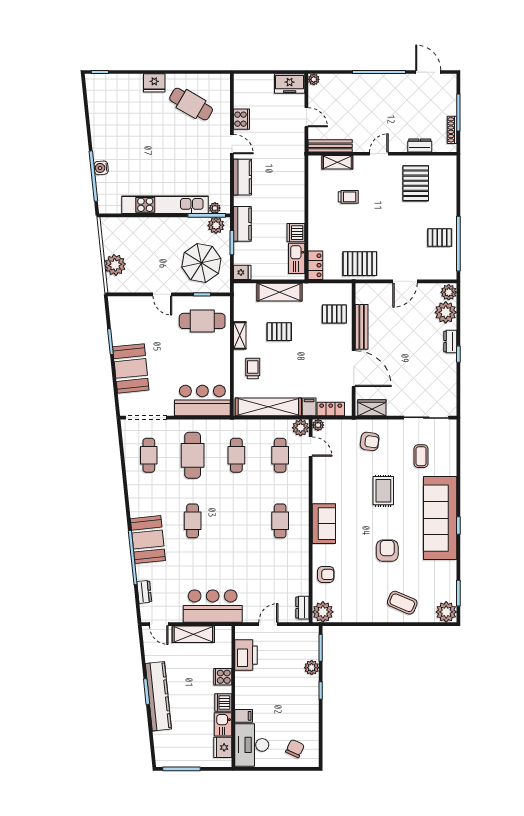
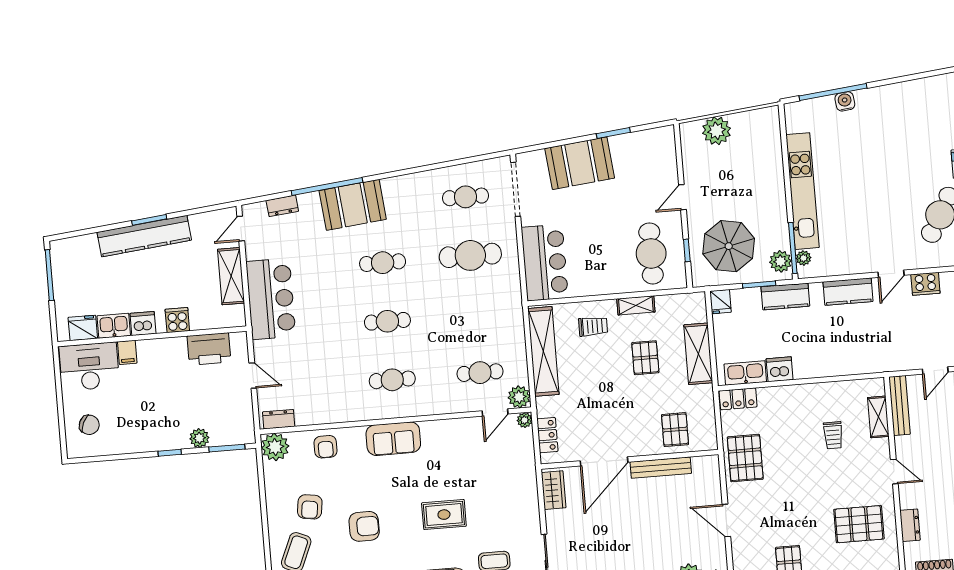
filing cabinet: (309, 407) -> (548, 406), removed
armchair: (370, 441) -> (310, 507), moved
cafe table: (236, 455) -> (387, 321), moved

